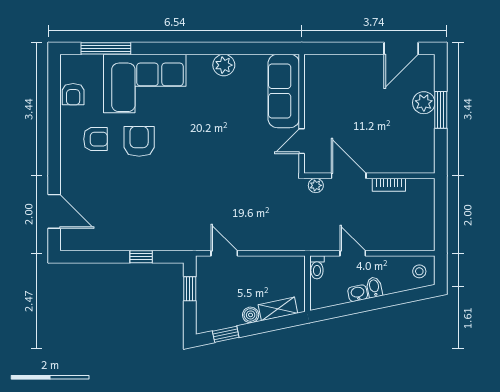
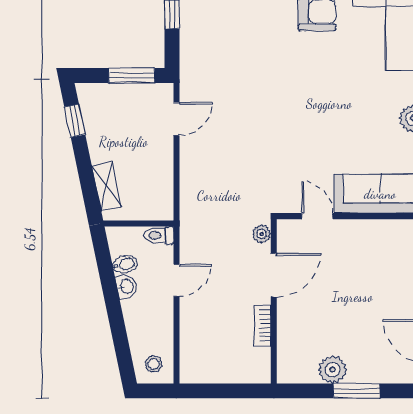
plant: (424, 103) -> (333, 370), moved
bidet: (374, 287) -> (125, 264), moved
window: (190, 289) -> (132, 75), width x1.50
boiler: (251, 315) -> (99, 152), removed

